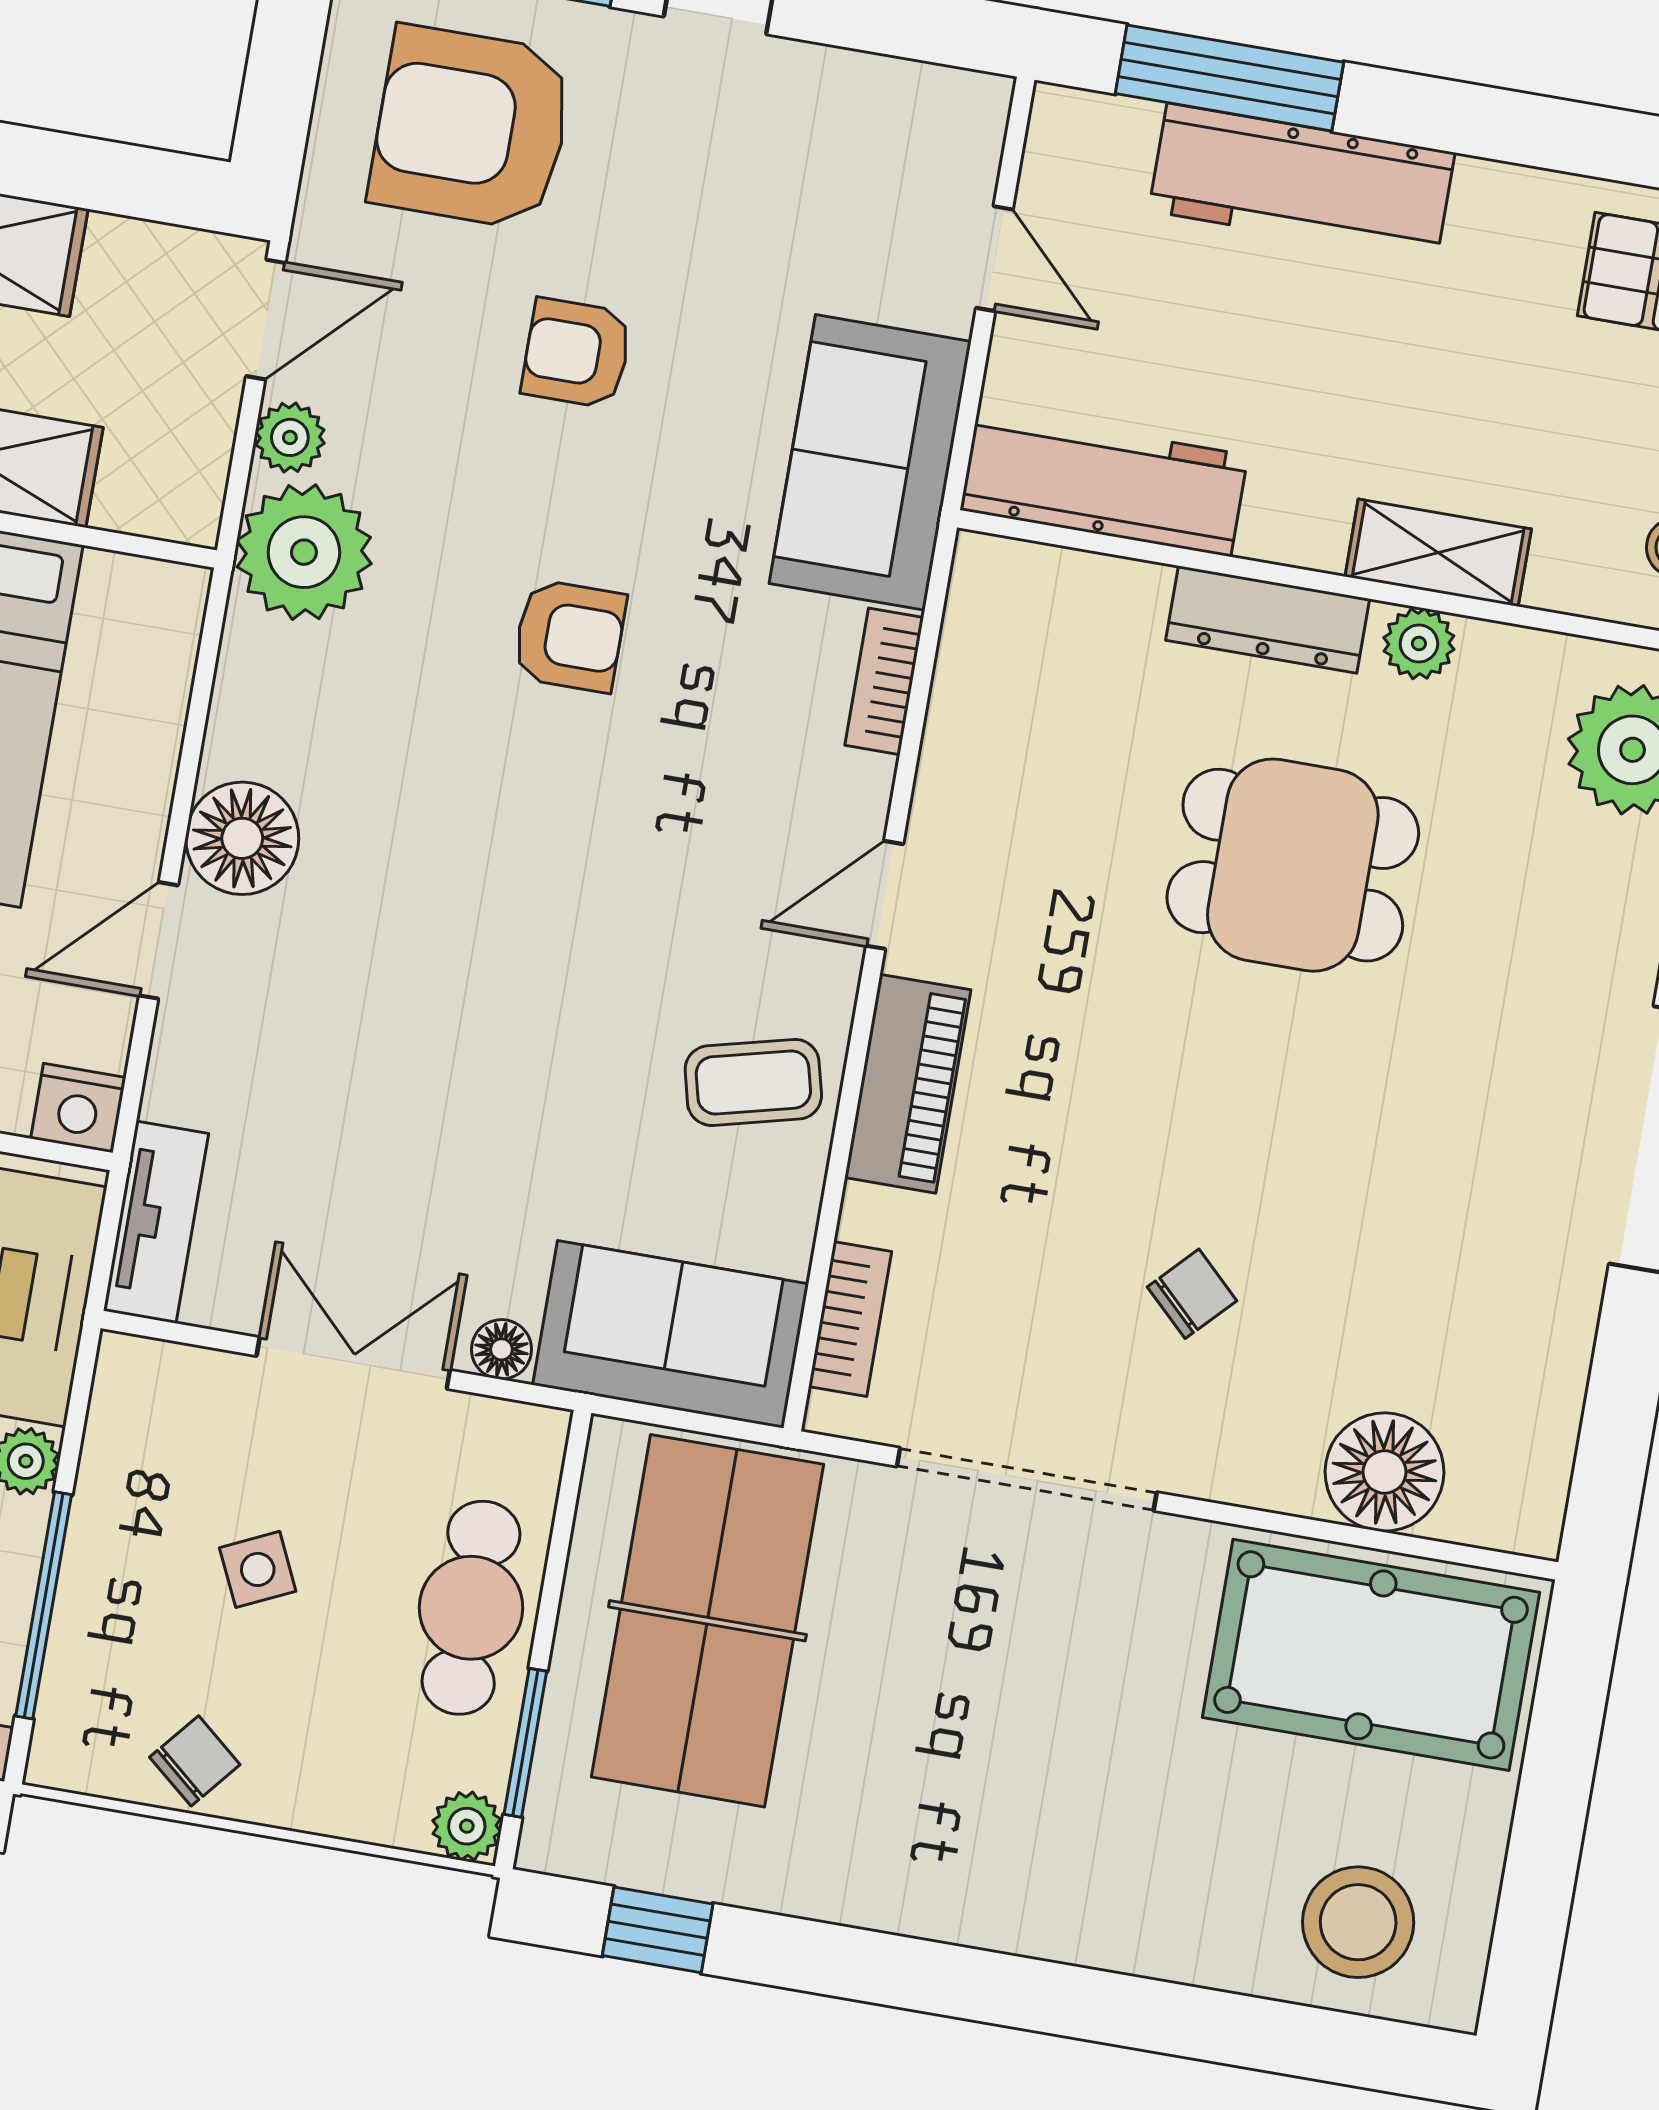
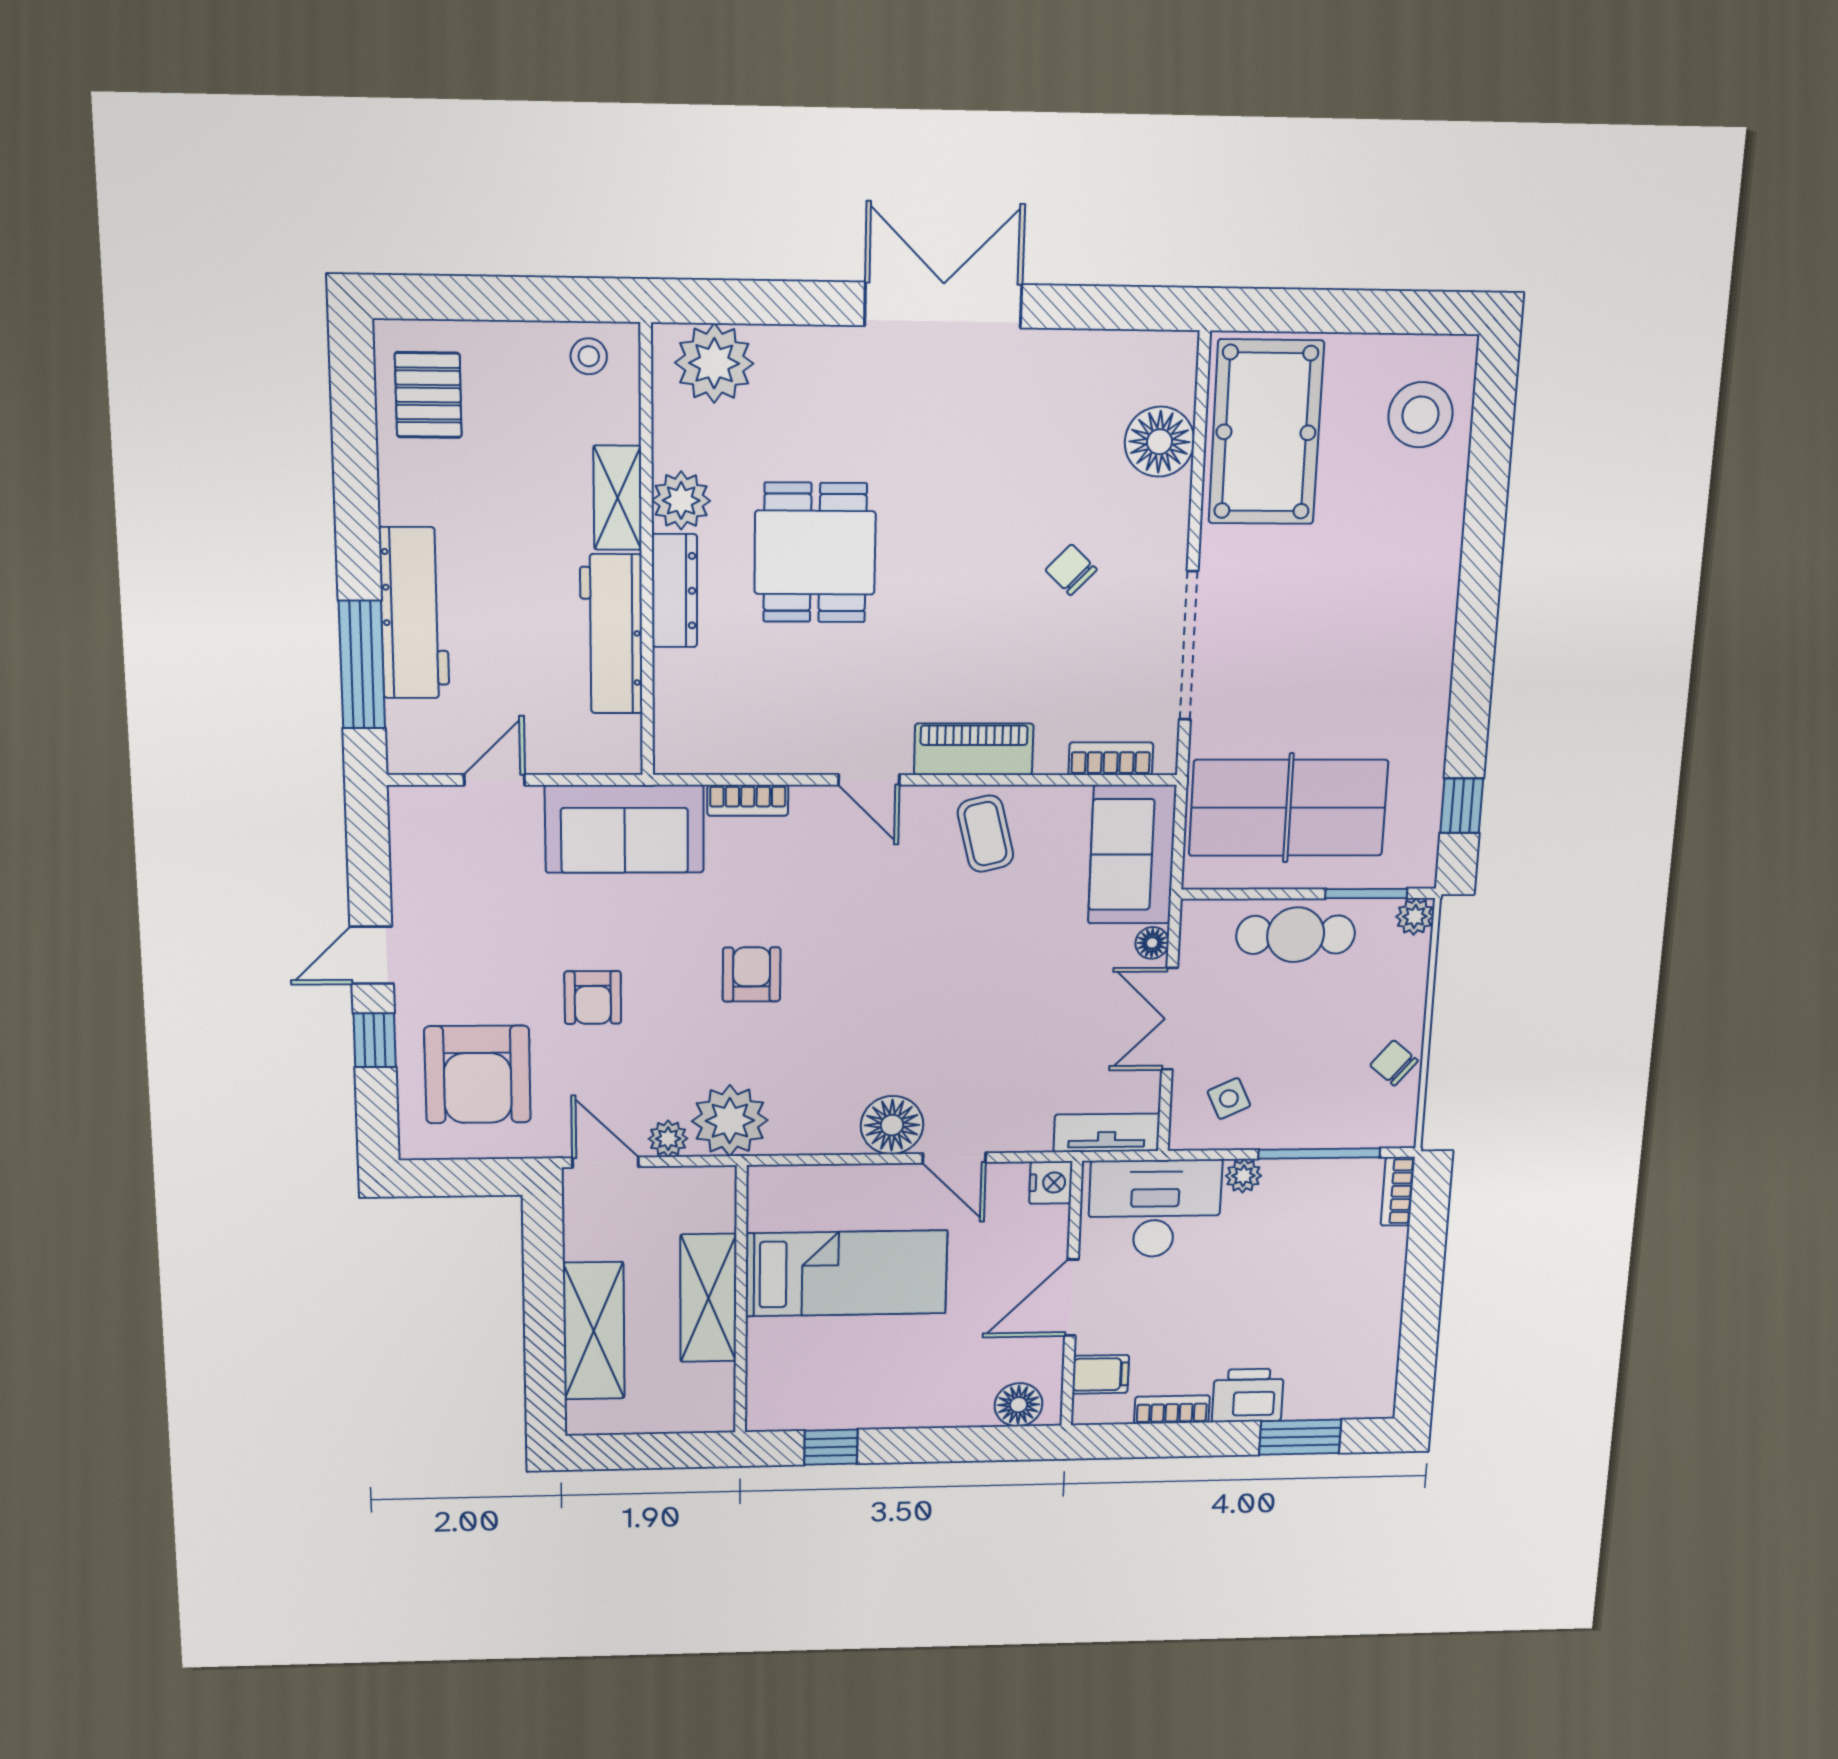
workbench: (1104, 483) -> (611, 634), moved
plant: (1419, 644) -> (681, 500), width x1.38, depth x1.38
side table: (258, 1569) -> (1229, 1098), moved

